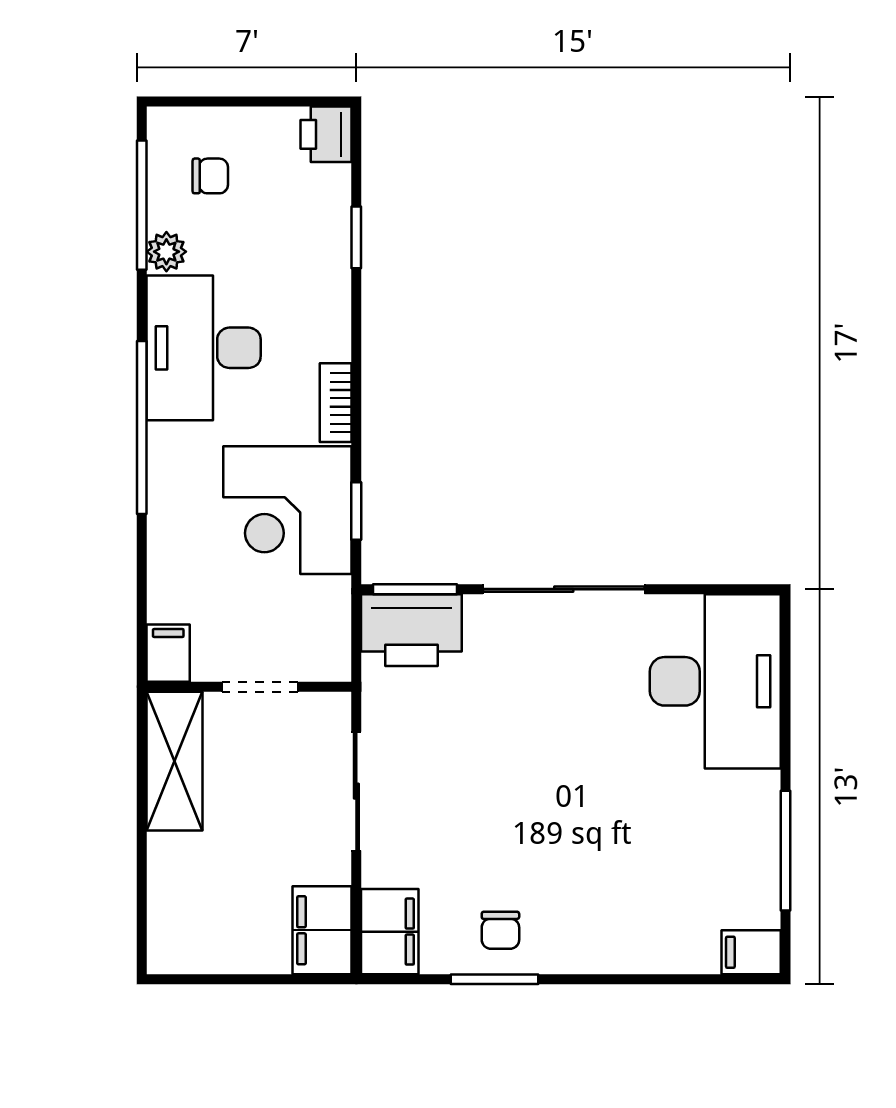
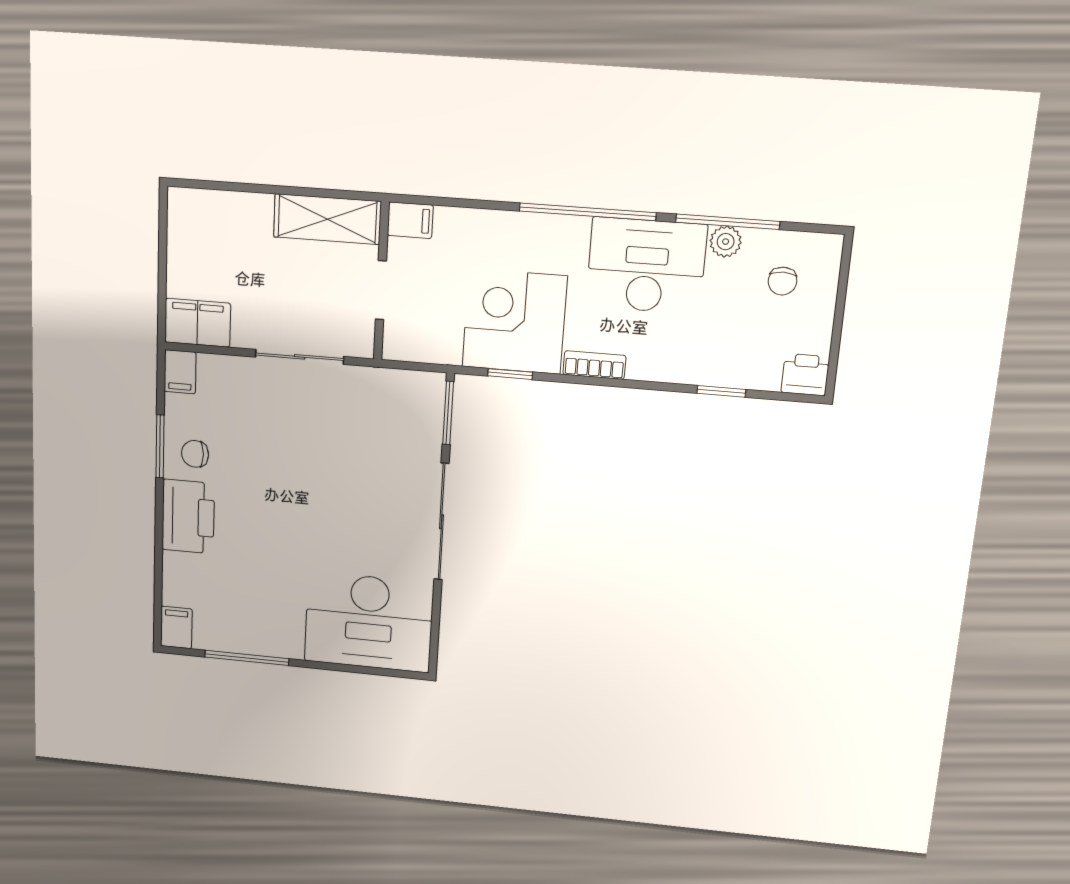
window: (142, 205) -> (728, 222), moved
printer: (411, 630) -> (188, 517), moved, turned 180
filing cabinet: (390, 932) -> (180, 372), width x0.50

